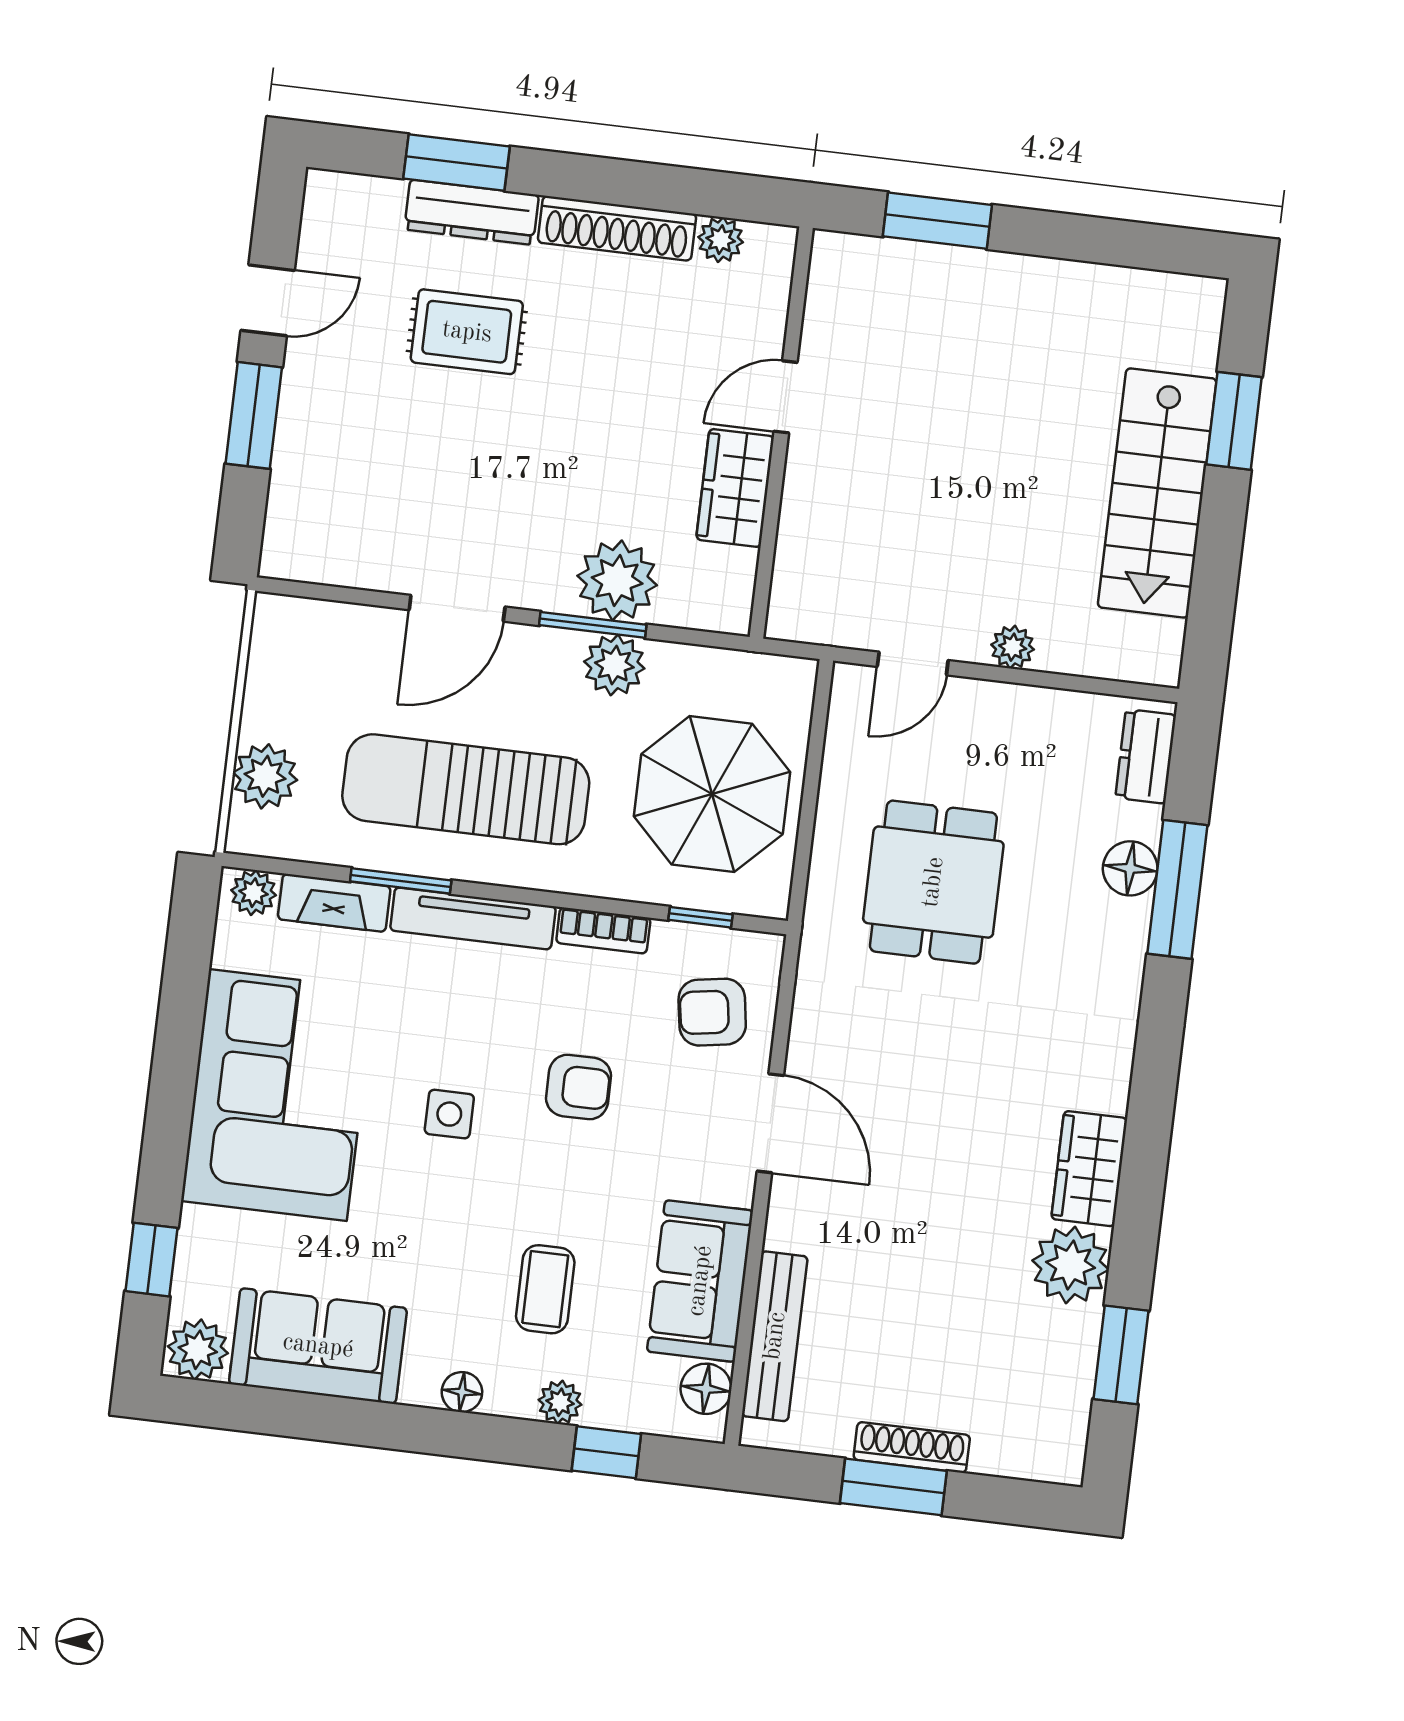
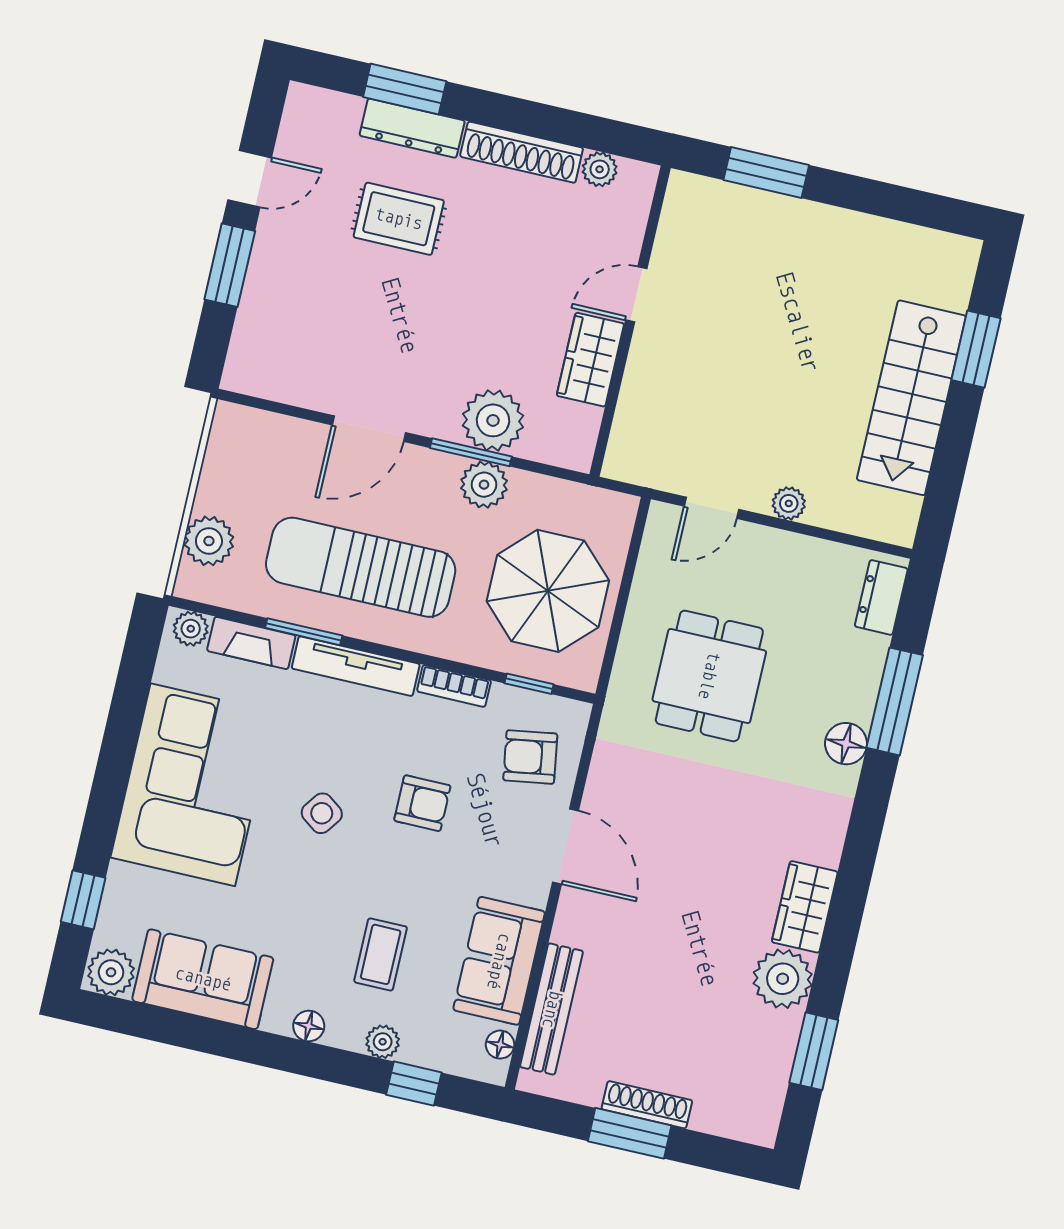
floor lamp: (1130, 868) -> (846, 744), moved
side table: (449, 1114) -> (322, 813), turned 36
floor lamp: (706, 1389) -> (500, 1045), width x0.73, depth x0.73

